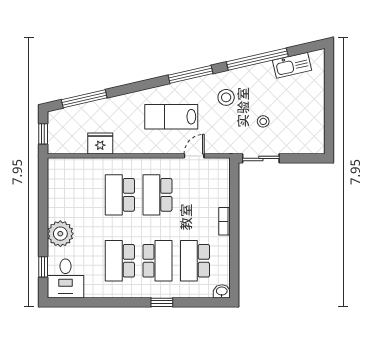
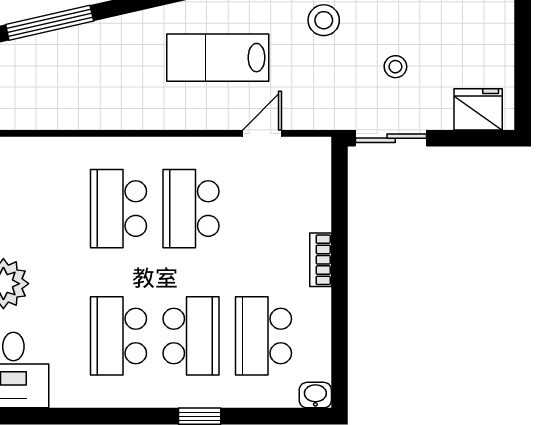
fridge: (100, 144) -> (478, 109), moved

